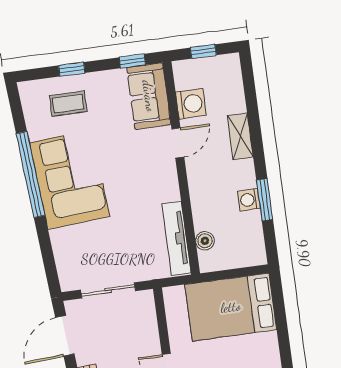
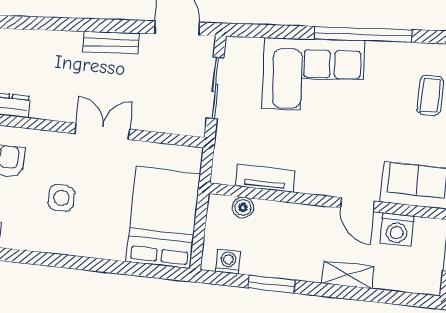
corner sofa: (70, 180) -> (313, 75), moved
washing machine: (249, 200) -> (228, 262), moved
tv unit: (176, 238) -> (265, 178), width x0.71

